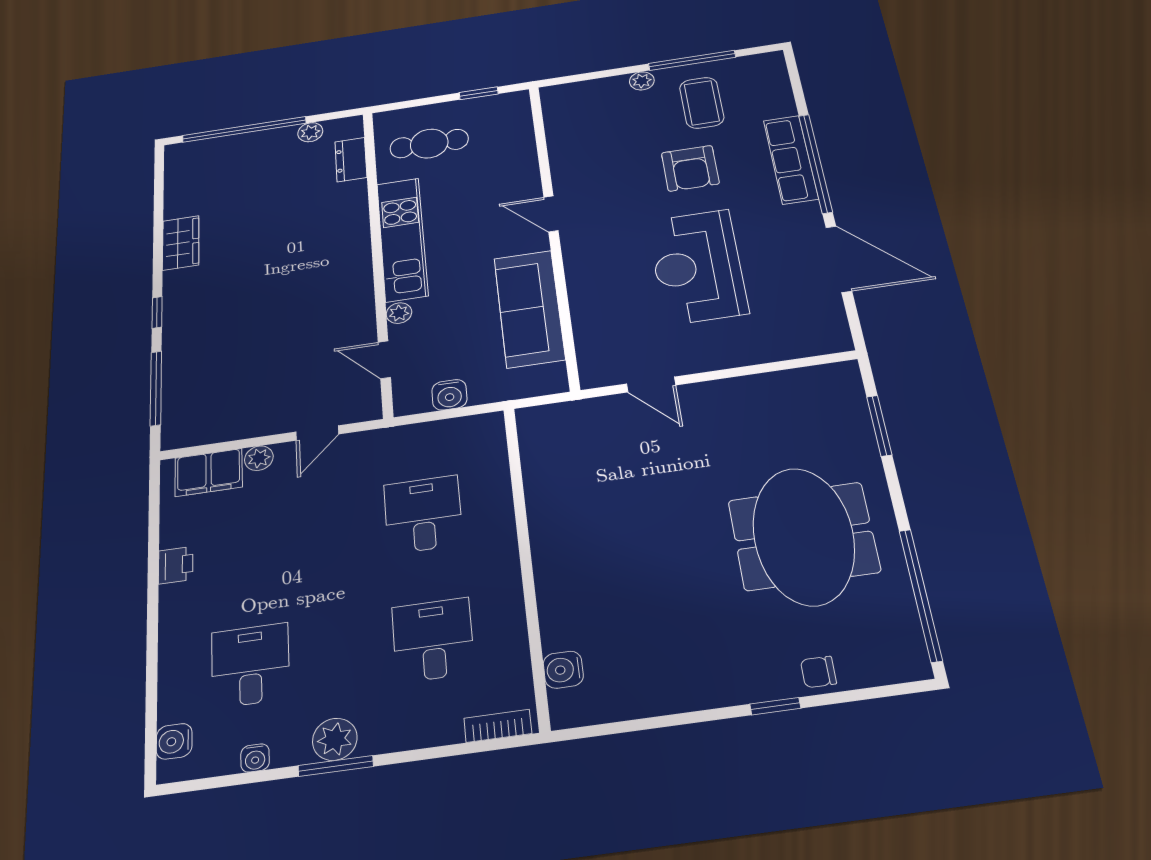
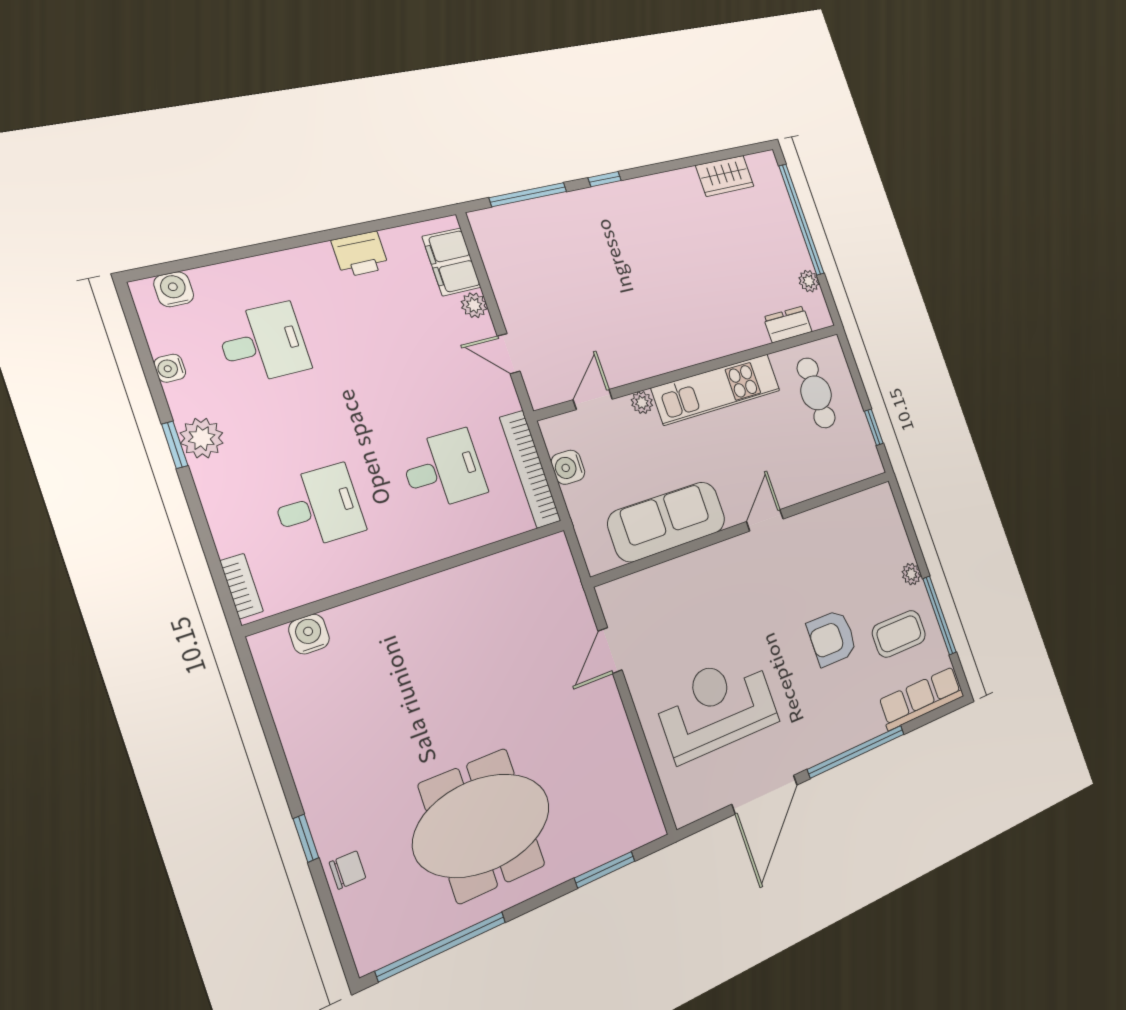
row of seats: (791, 159) -> (921, 698), moved
wardrobe: (181, 243) -> (725, 176), moved
reception desk: (697, 267) -> (717, 706), moved
bookcase: (443, 431) -> (530, 469), added
printer: (176, 565) -> (360, 254), width x1.36, depth x1.24
chair: (818, 672) -> (347, 870), turned 90
window: (336, 766) -> (175, 445), width x0.67

